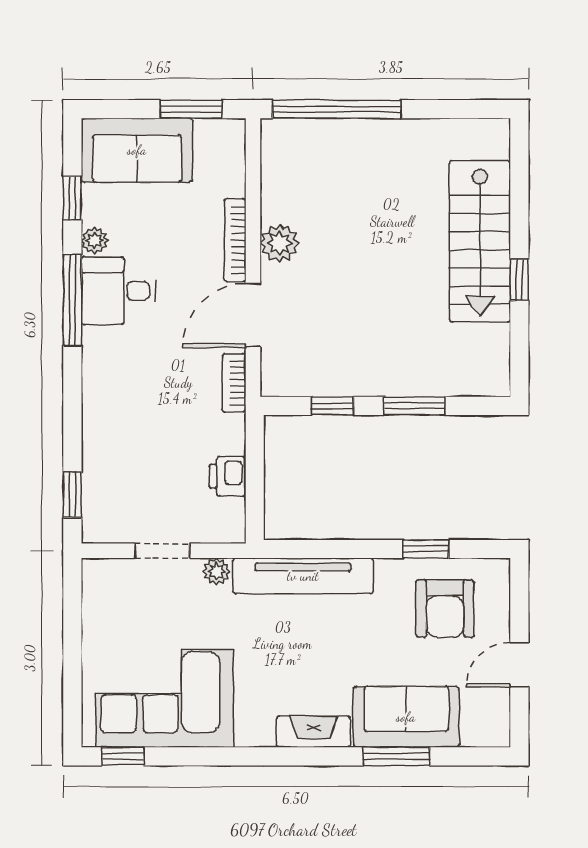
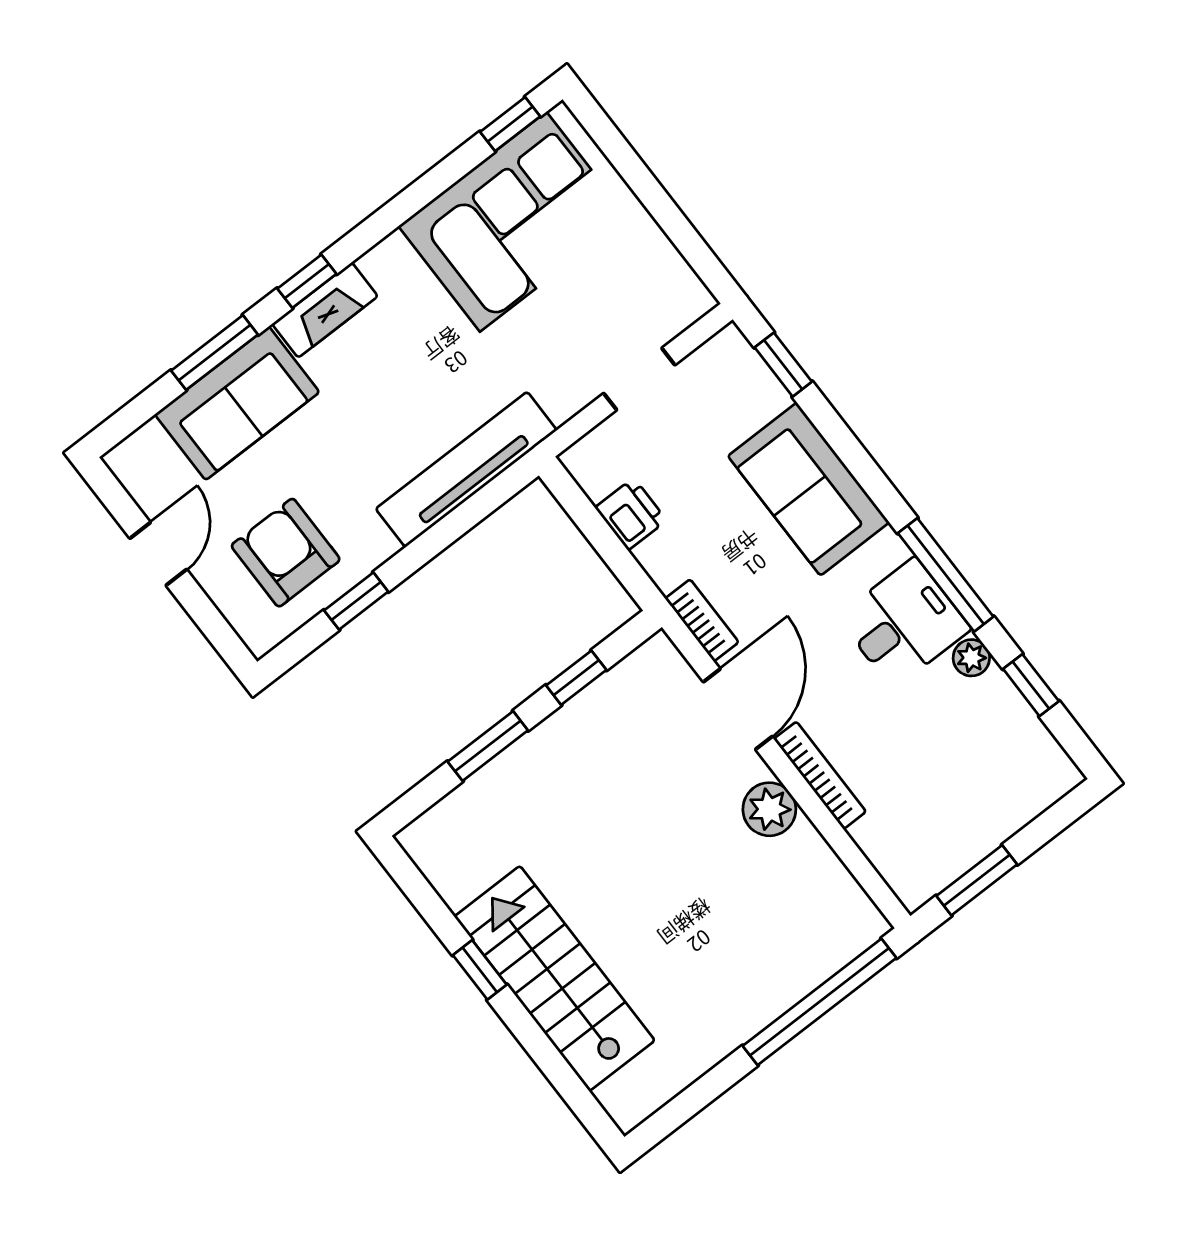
sofa: (137, 150) -> (809, 489), moved, turned -90
plant: (216, 571) -> (564, 402), removed
window: (311, 756) -> (307, 281), added

